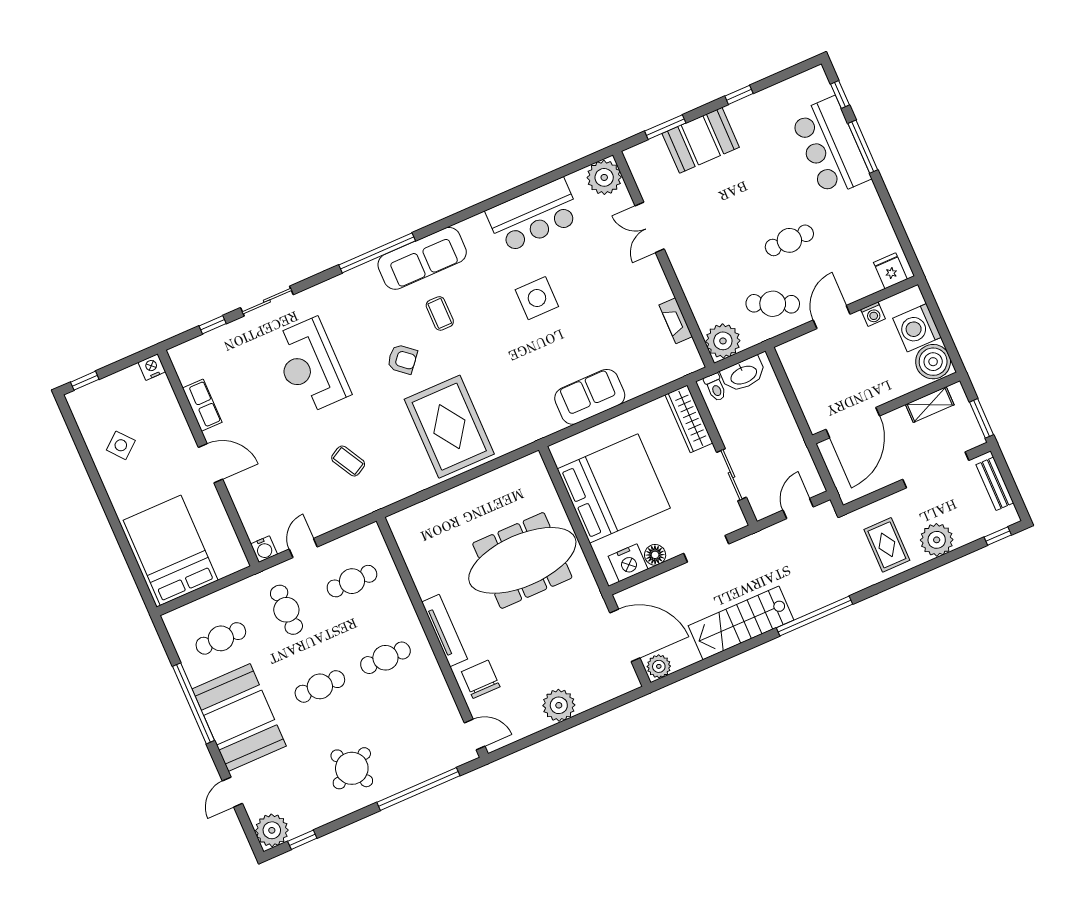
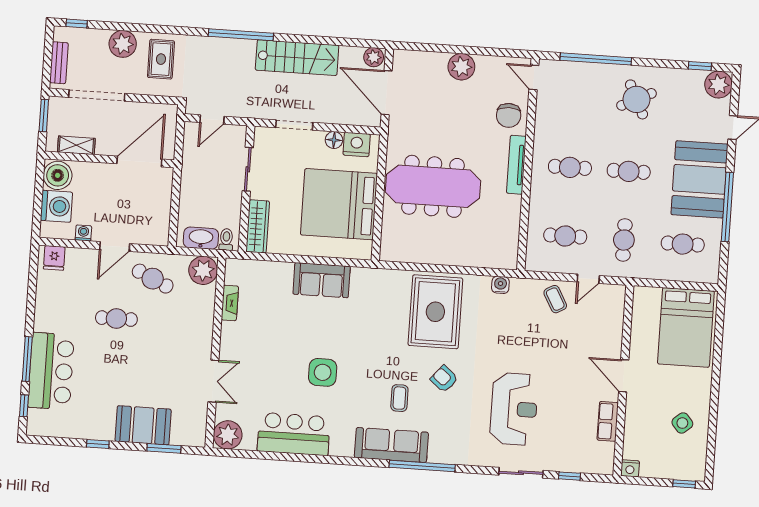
coffee table: (348, 461) -> (555, 299), moved
water cooler: (264, 549) -> (500, 285), moved

